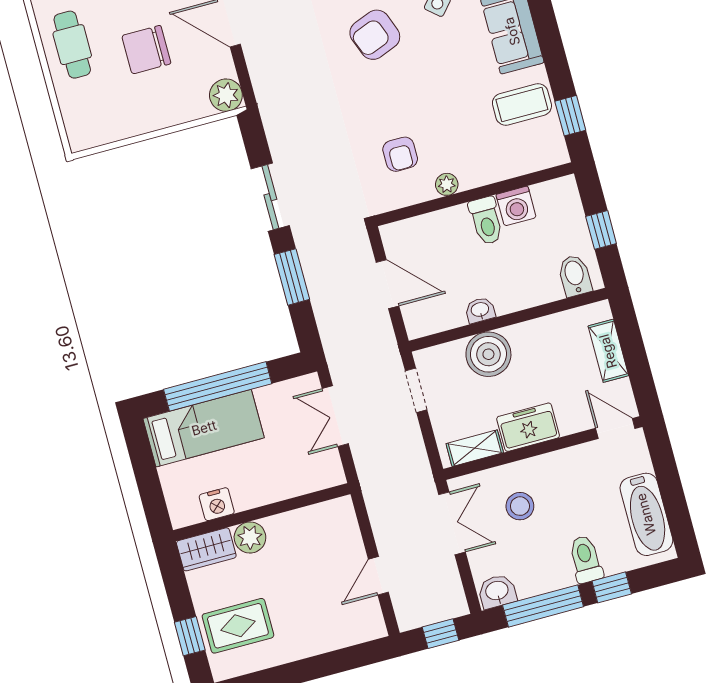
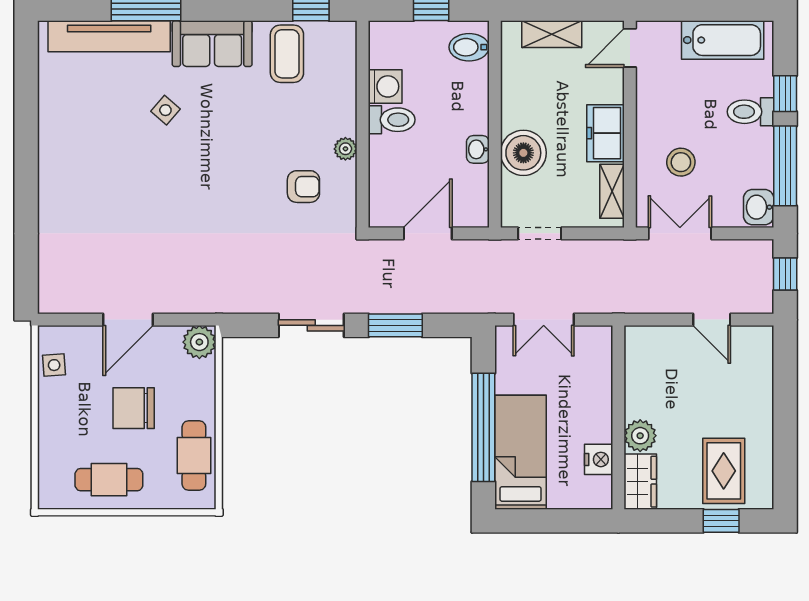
armchair: (375, 35) -> (179, 180), removed
chair: (146, 50) -> (134, 408), turned 90
cafe table: (117, 119) -> (194, 456), added

